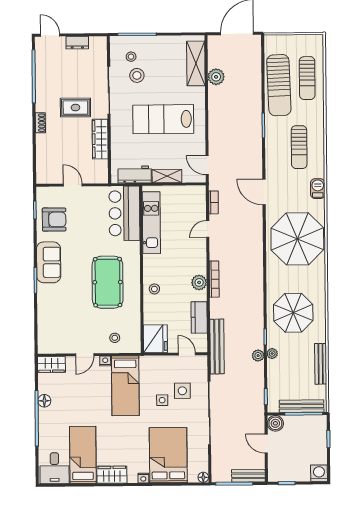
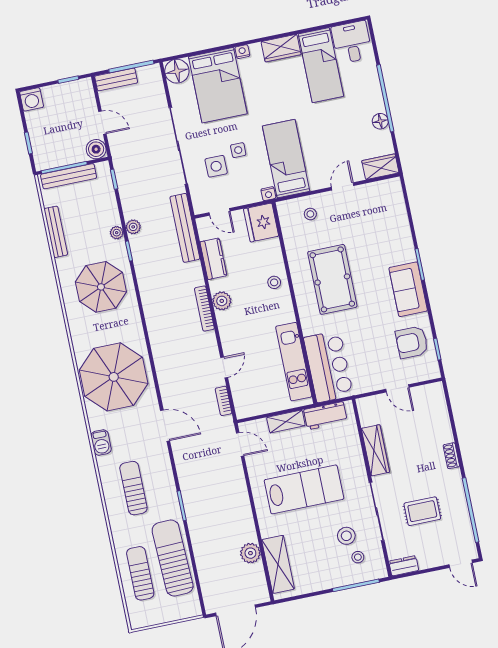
dresser: (77, 43) -> (404, 566), moved
rug: (75, 108) -> (422, 511), moved
nightstand: (105, 361) -> (268, 194), moved
floor lamp: (203, 477) -> (177, 71), width x1.89, depth x1.89

